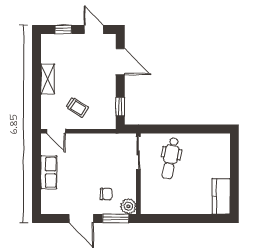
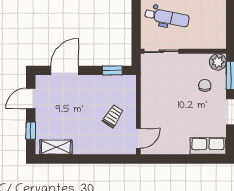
shelving: (48, 79) -> (56, 147), moved
row of seats: (49, 172) -> (208, 146), moved

